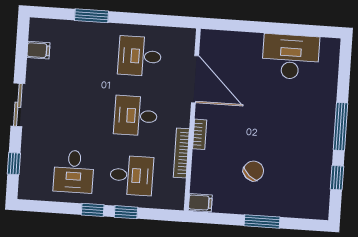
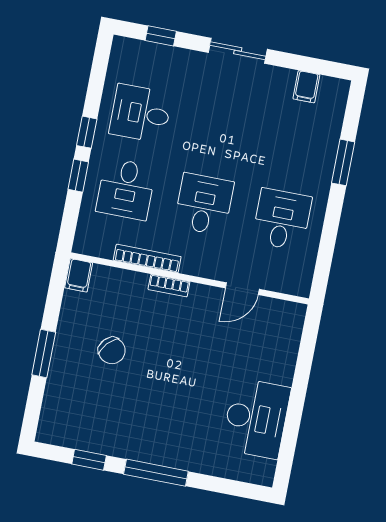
door: (195, 79) -> (242, 289), width x0.53

